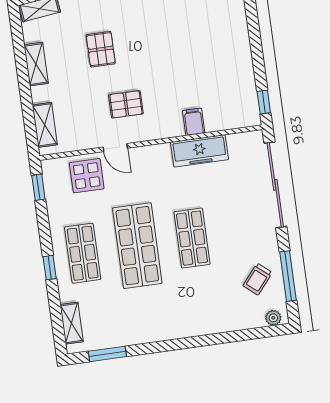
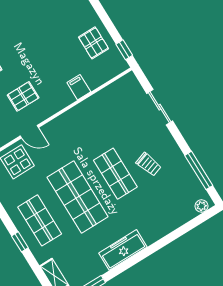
pallet: (233, 79) -> (94, 43), added
freezer: (200, 151) -> (123, 250), moved, turned 180
sliding door: (275, 185) -> (160, 107), width x0.54
trolley: (258, 279) -> (149, 164), moved, turned -59

